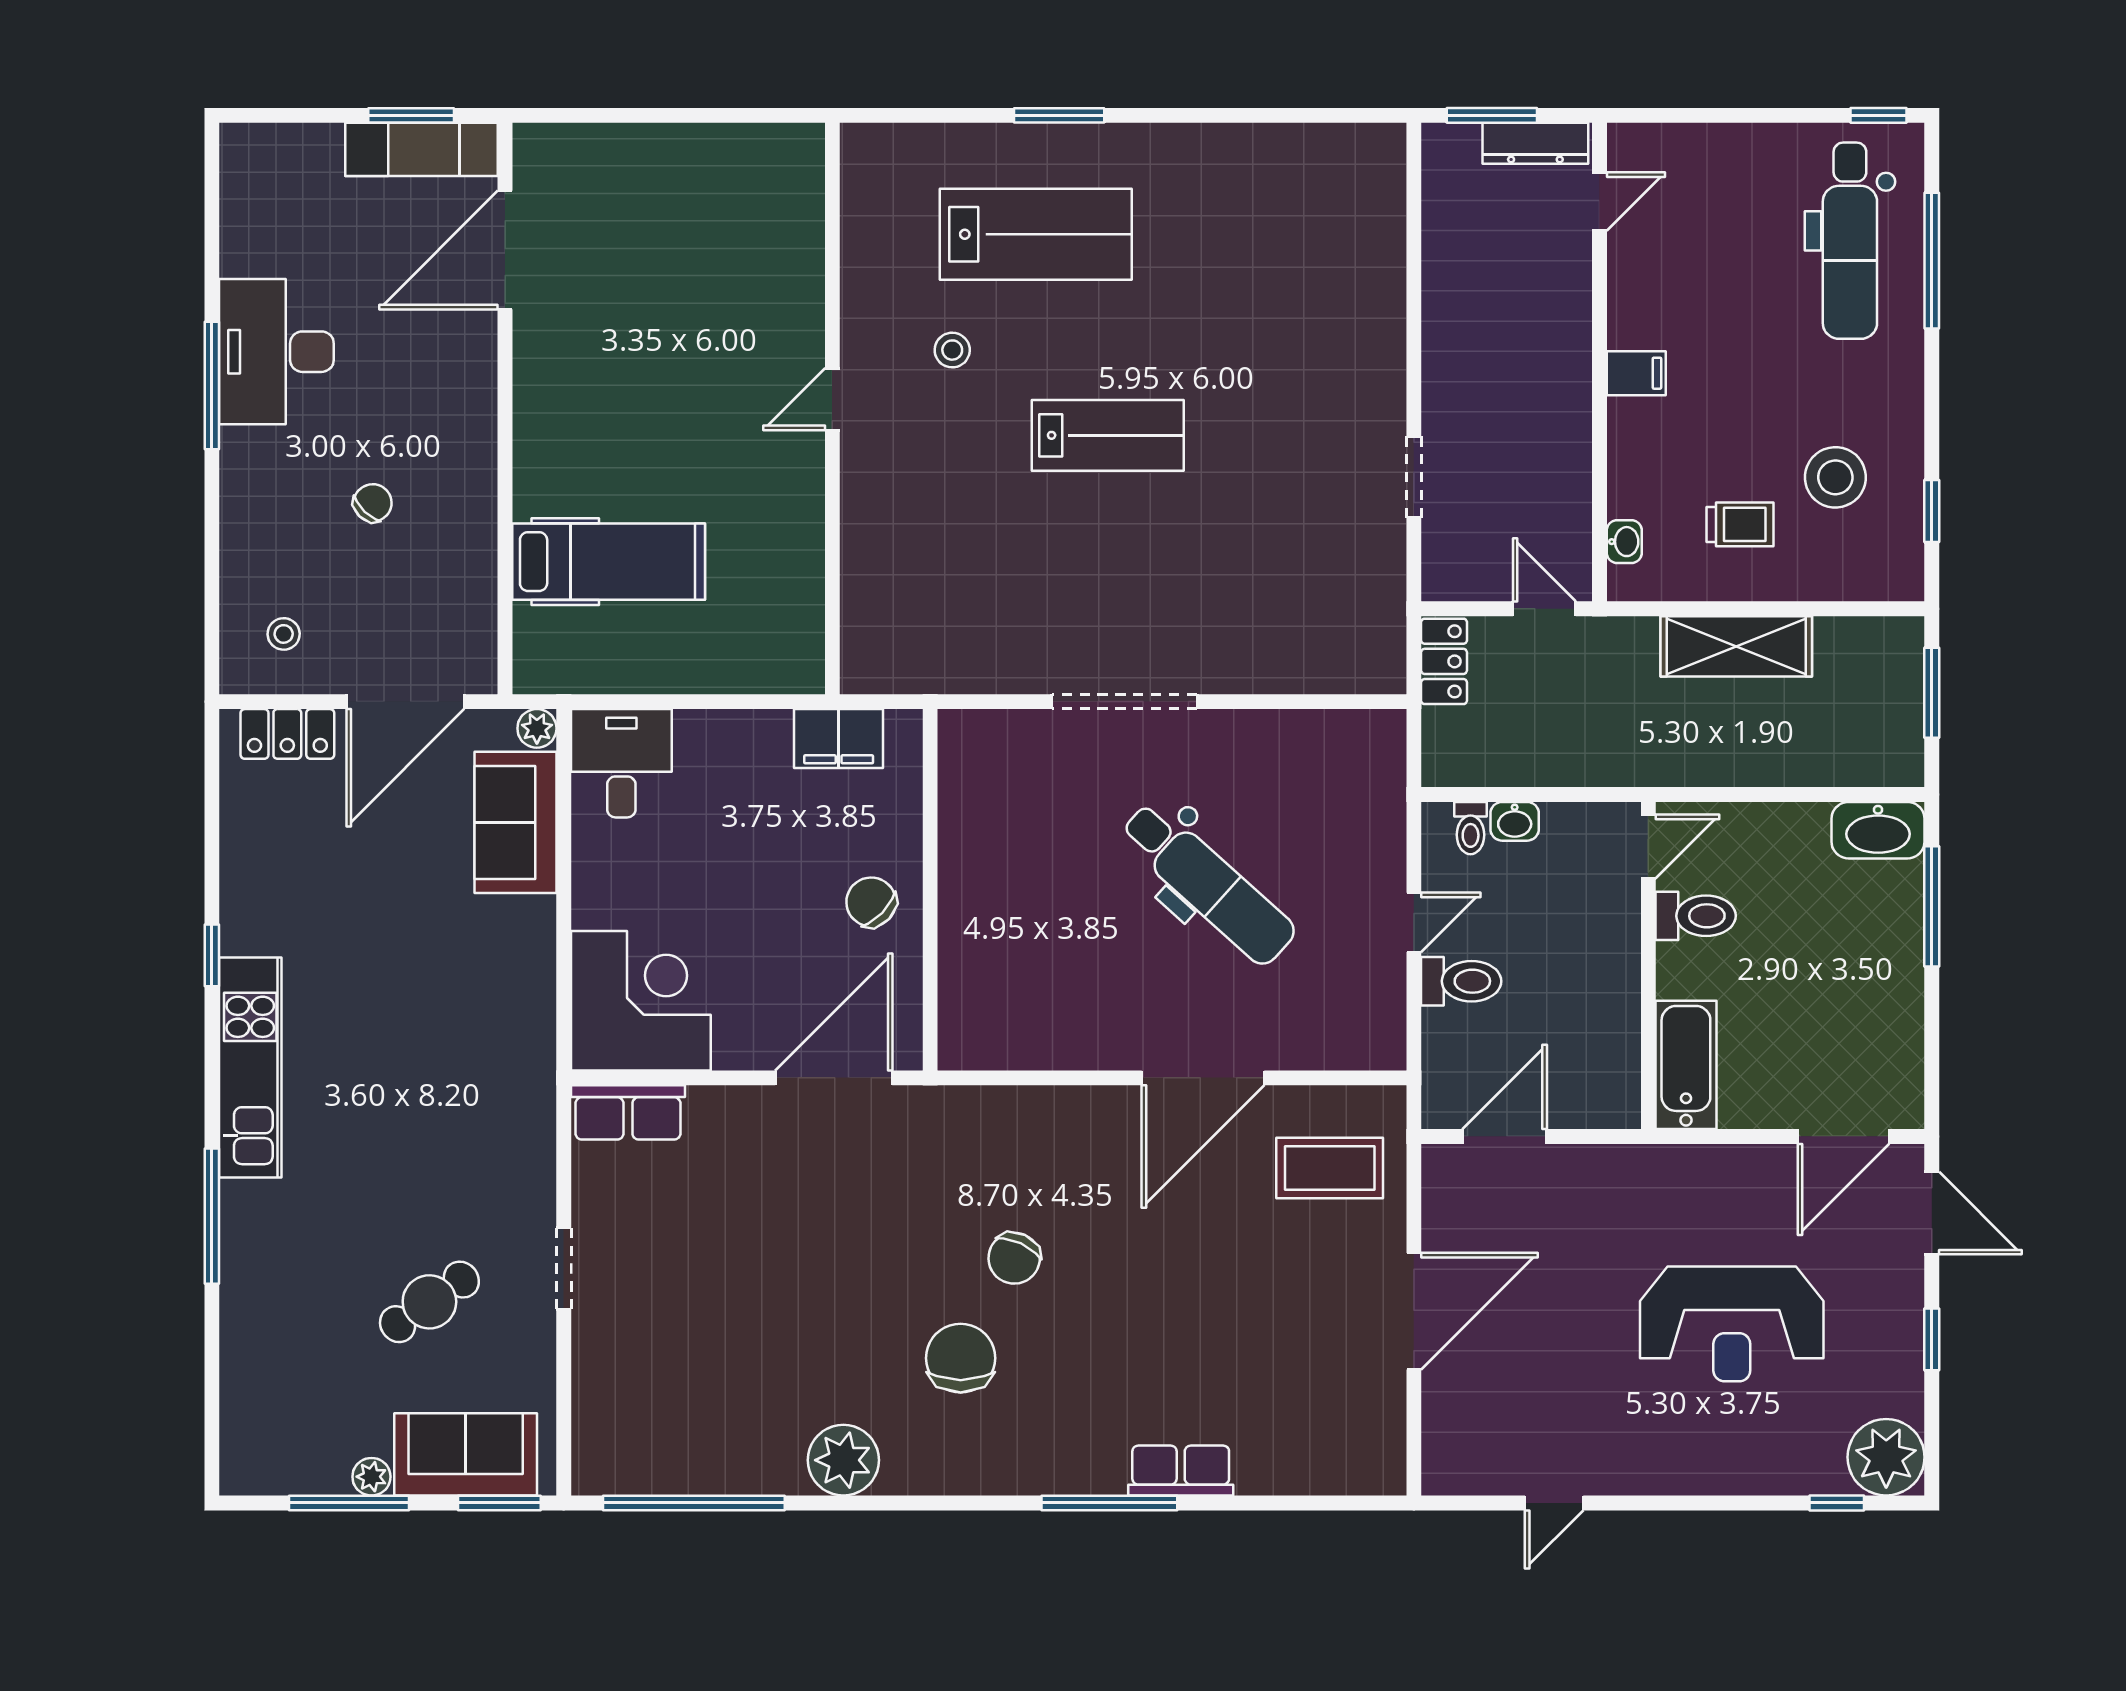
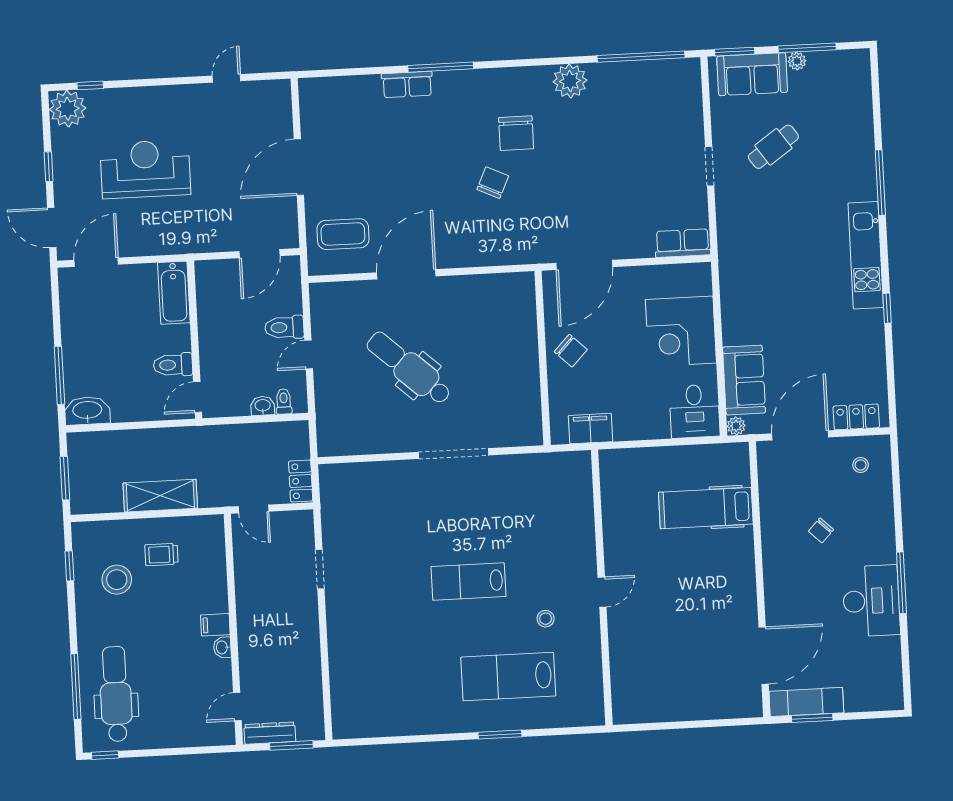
washbasin: (1624, 542) -> (222, 647), moved
corner desk: (641, 1001) -> (681, 331), moved

